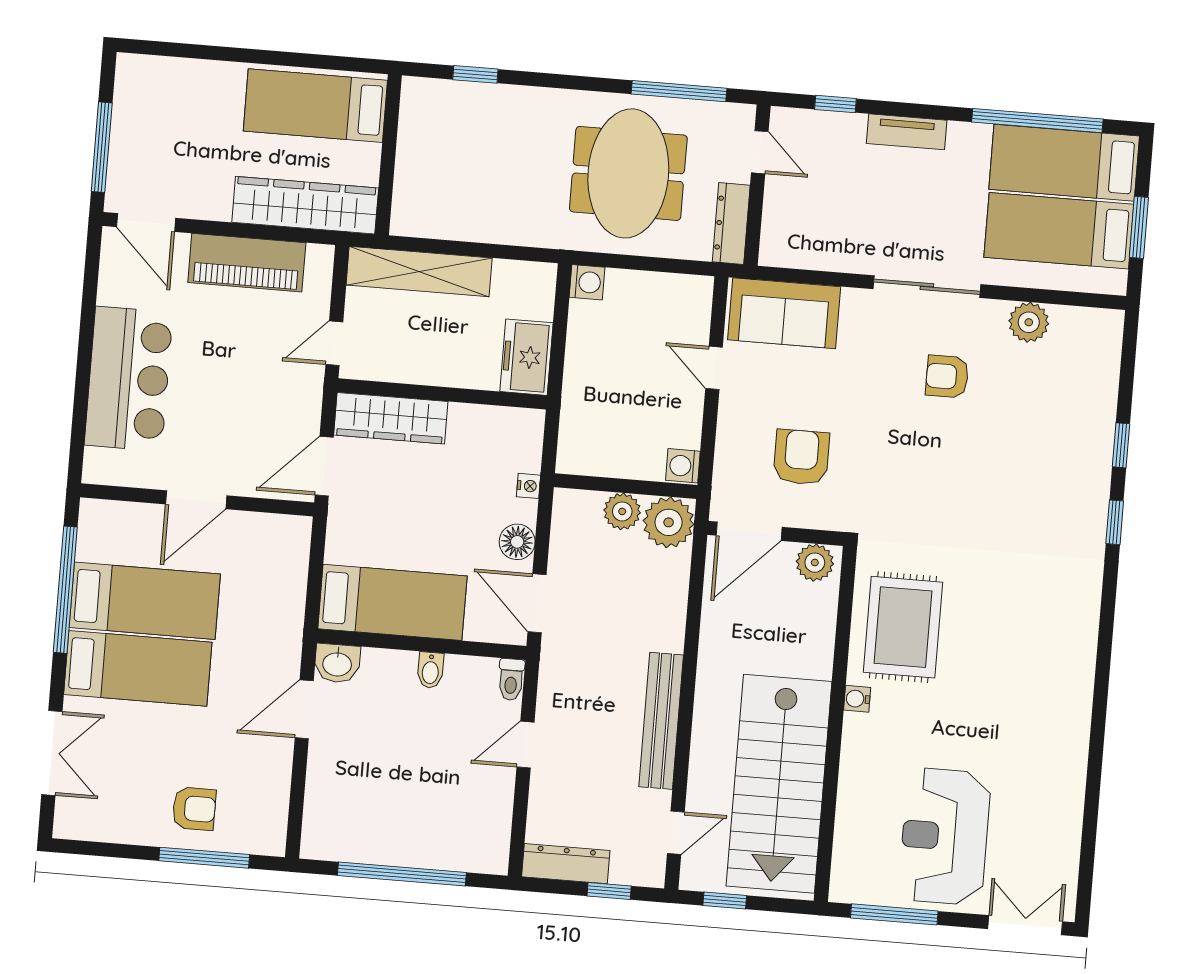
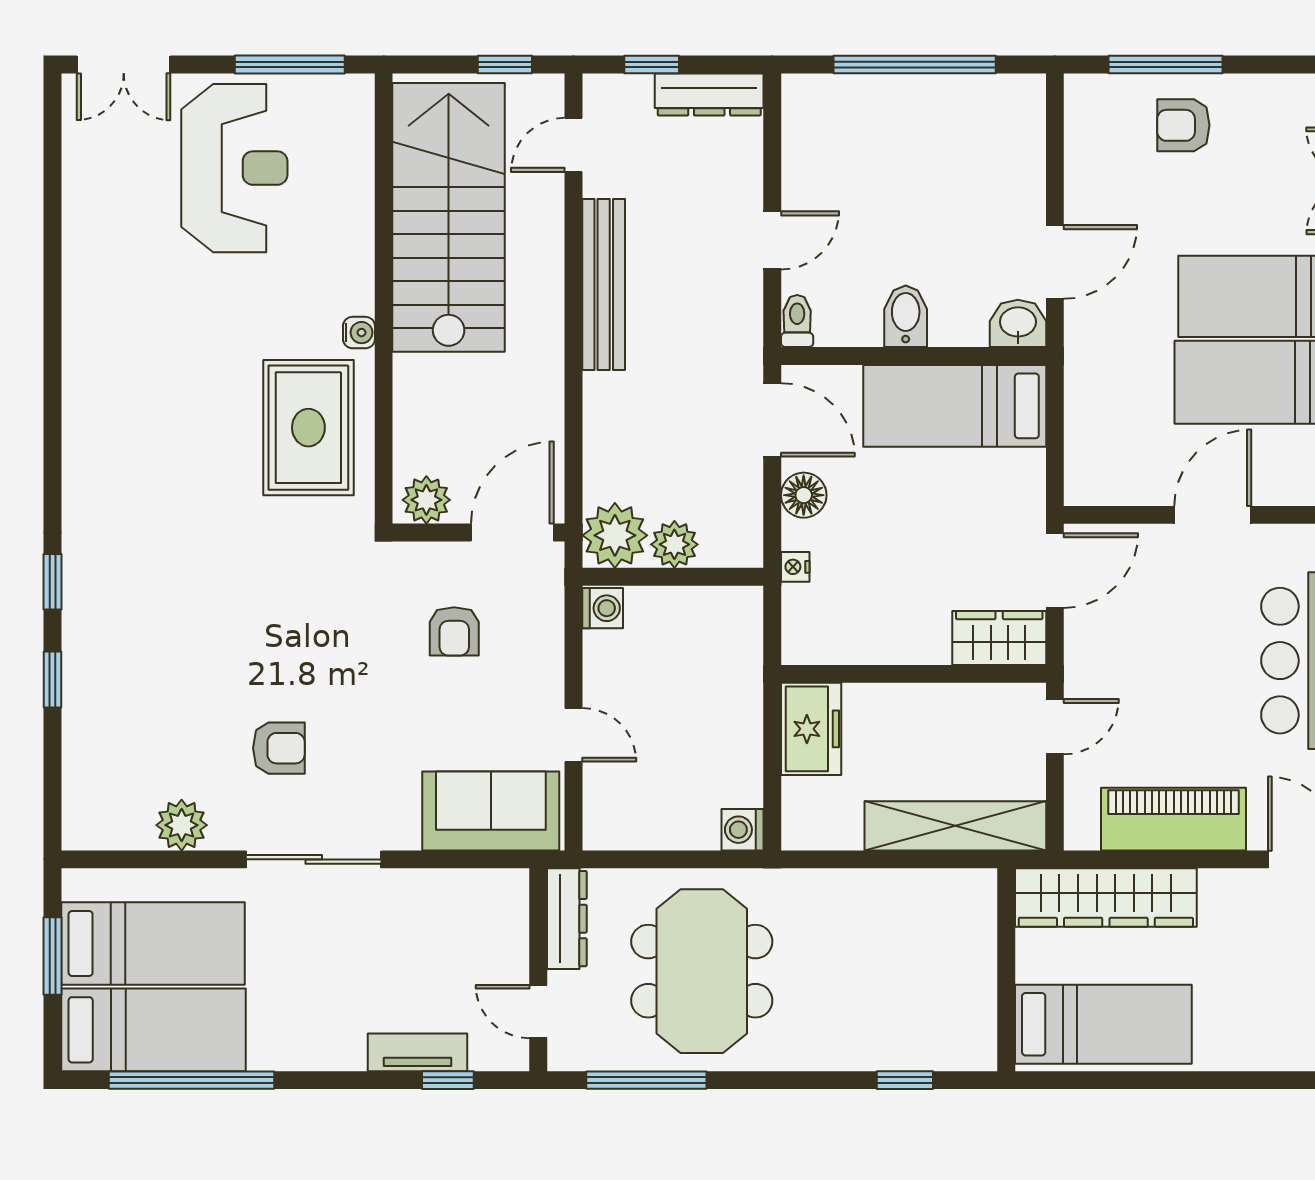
tv unit: (907, 132) -> (418, 1052), moved
wardrobe: (391, 418) -> (999, 638), width x0.67
armchair: (801, 457) -> (454, 631), width x0.72, depth x0.72
bidet: (430, 670) -> (906, 316), width x1.38, depth x1.36

